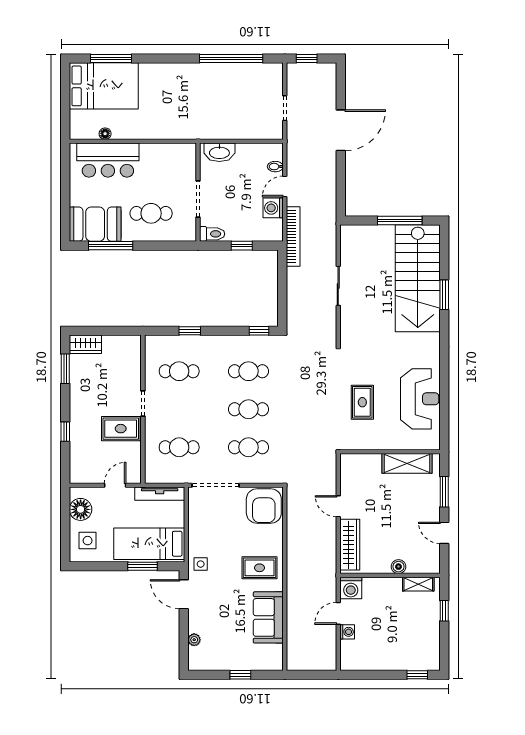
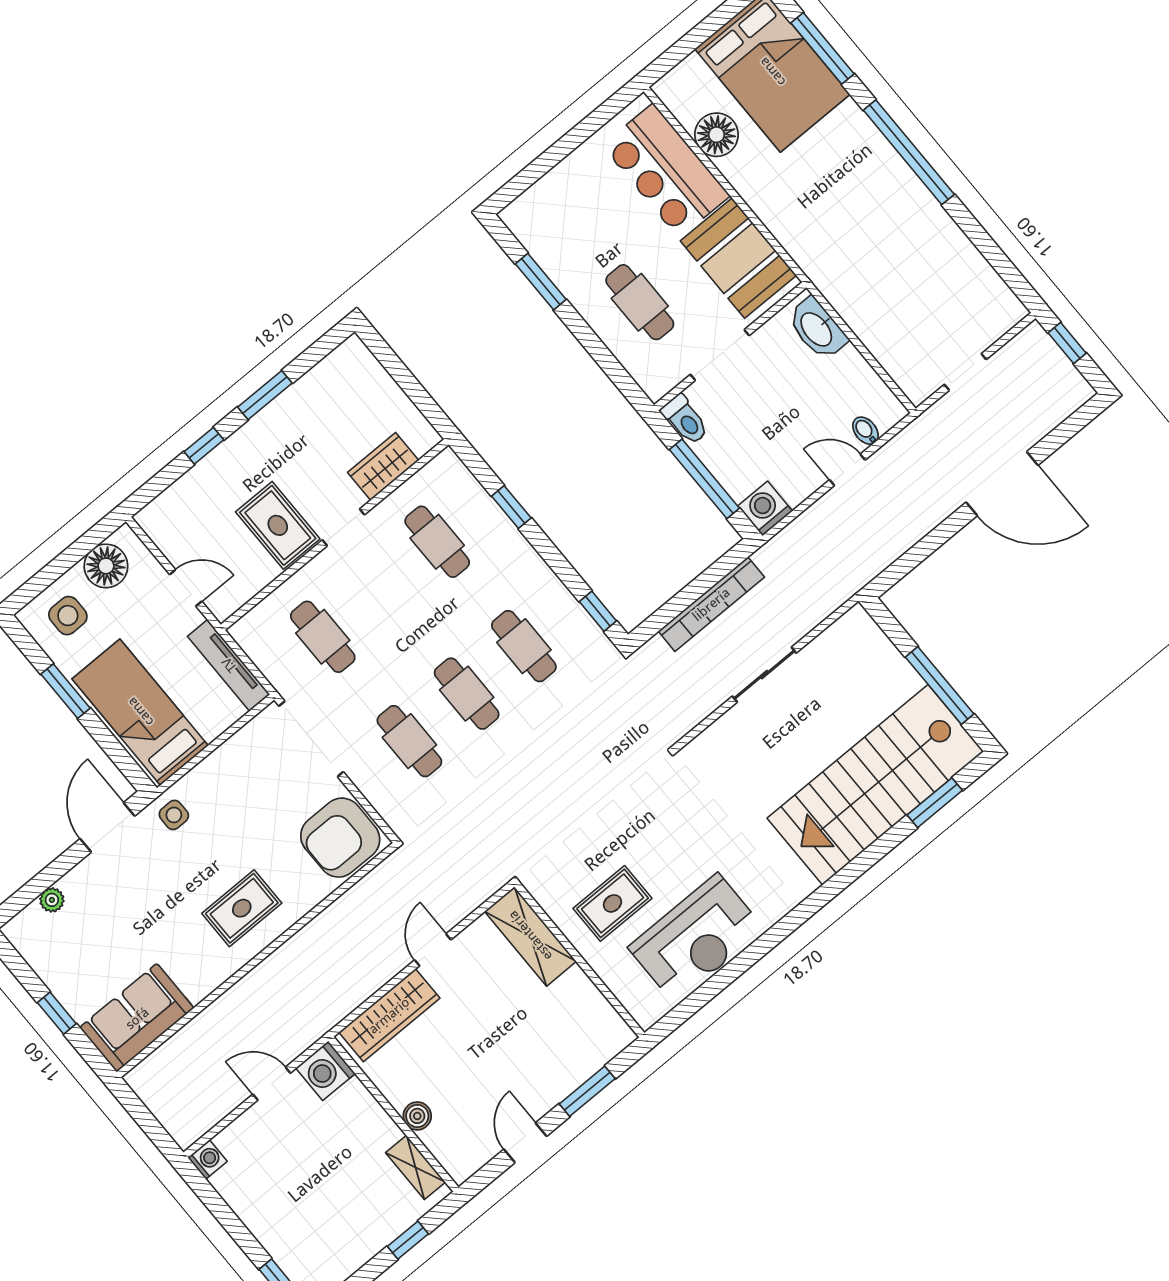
window: (231, 59) -> (909, 152), moved
floor lamp: (105, 134) -> (716, 135), width x1.89, depth x1.89
washing machine: (273, 208) -> (765, 508), moved
booth: (95, 224) -> (738, 258), moved
bookcase: (293, 236) -> (711, 604), moved
window: (111, 246) -> (541, 282), width x0.69
window: (242, 246) -> (704, 479), width x2.17
window: (444, 295) -> (935, 803), moved
wardrobe: (85, 344) -> (383, 466), moved, turned 90
window: (65, 369) -> (265, 395), moved
rug: (362, 402) -> (612, 903), moved
shelving: (407, 463) -> (530, 936), moved
window: (142, 566) -> (65, 691), moved
rug: (259, 568) -> (242, 908), turned 90
sofa: (268, 617) -> (137, 1018), moved
washing machine: (347, 632) -> (207, 1160), moved, turned -90

